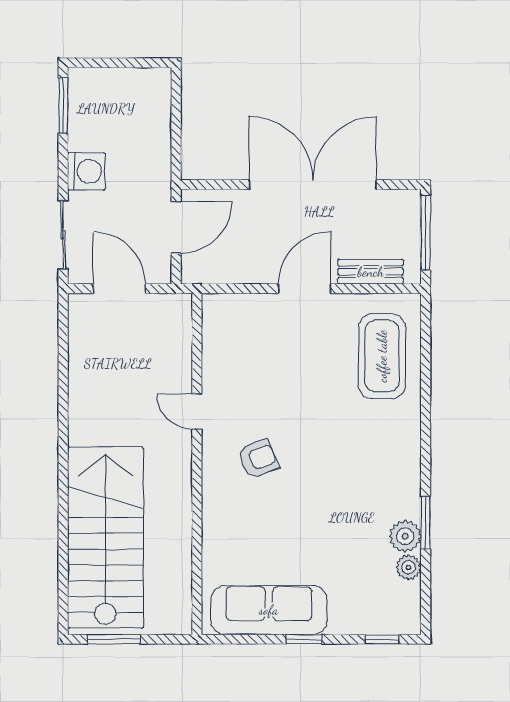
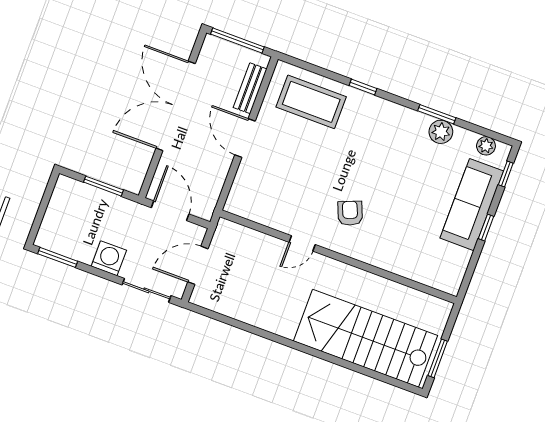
window: (176, 130) -> (103, 186), added
window: (426, 415) -> (363, 87), added
plant: (409, 567) -> (486, 146), moved
sofa: (269, 610) -> (472, 205), moved

